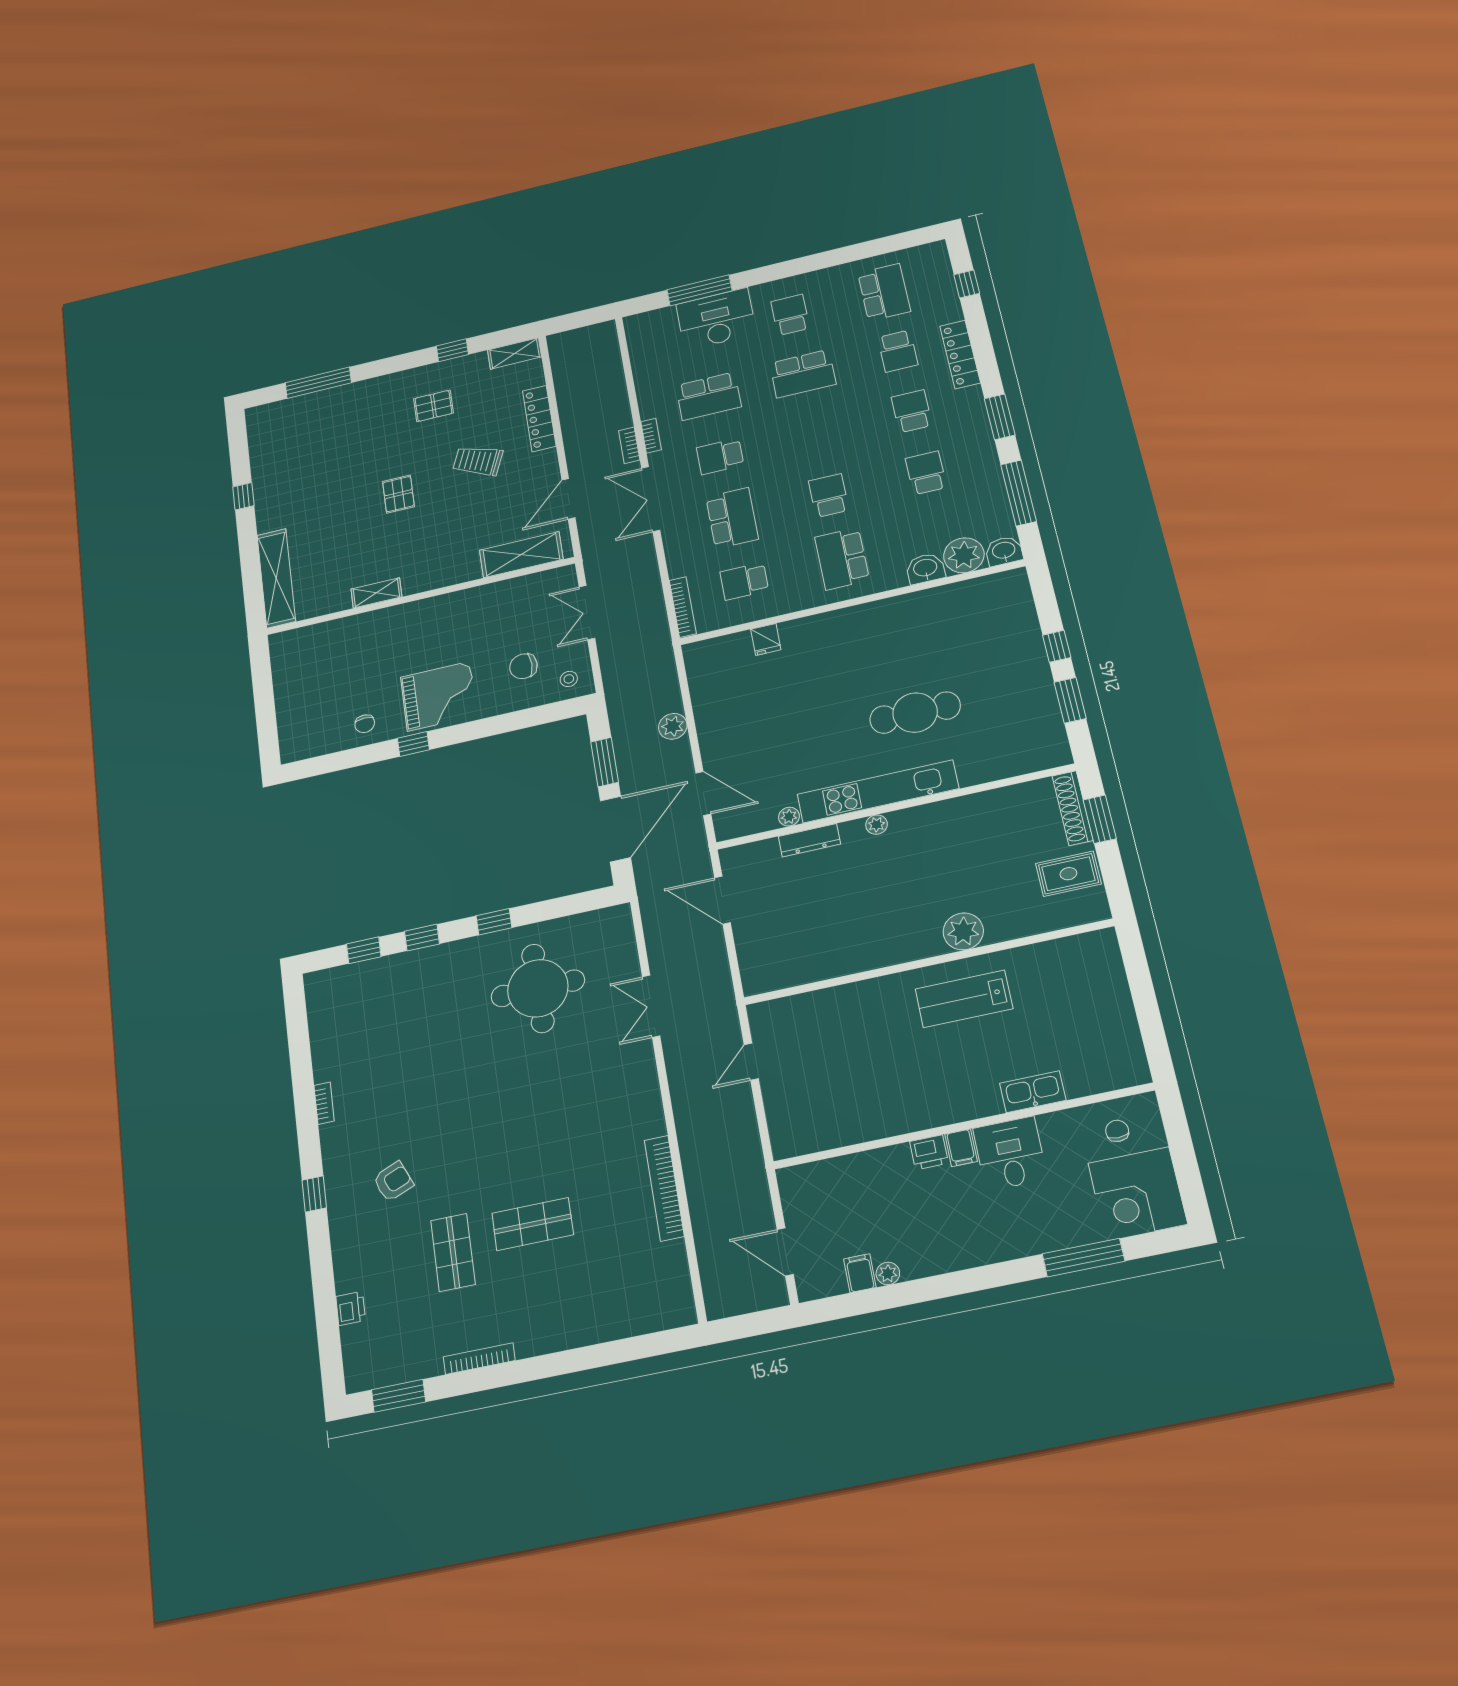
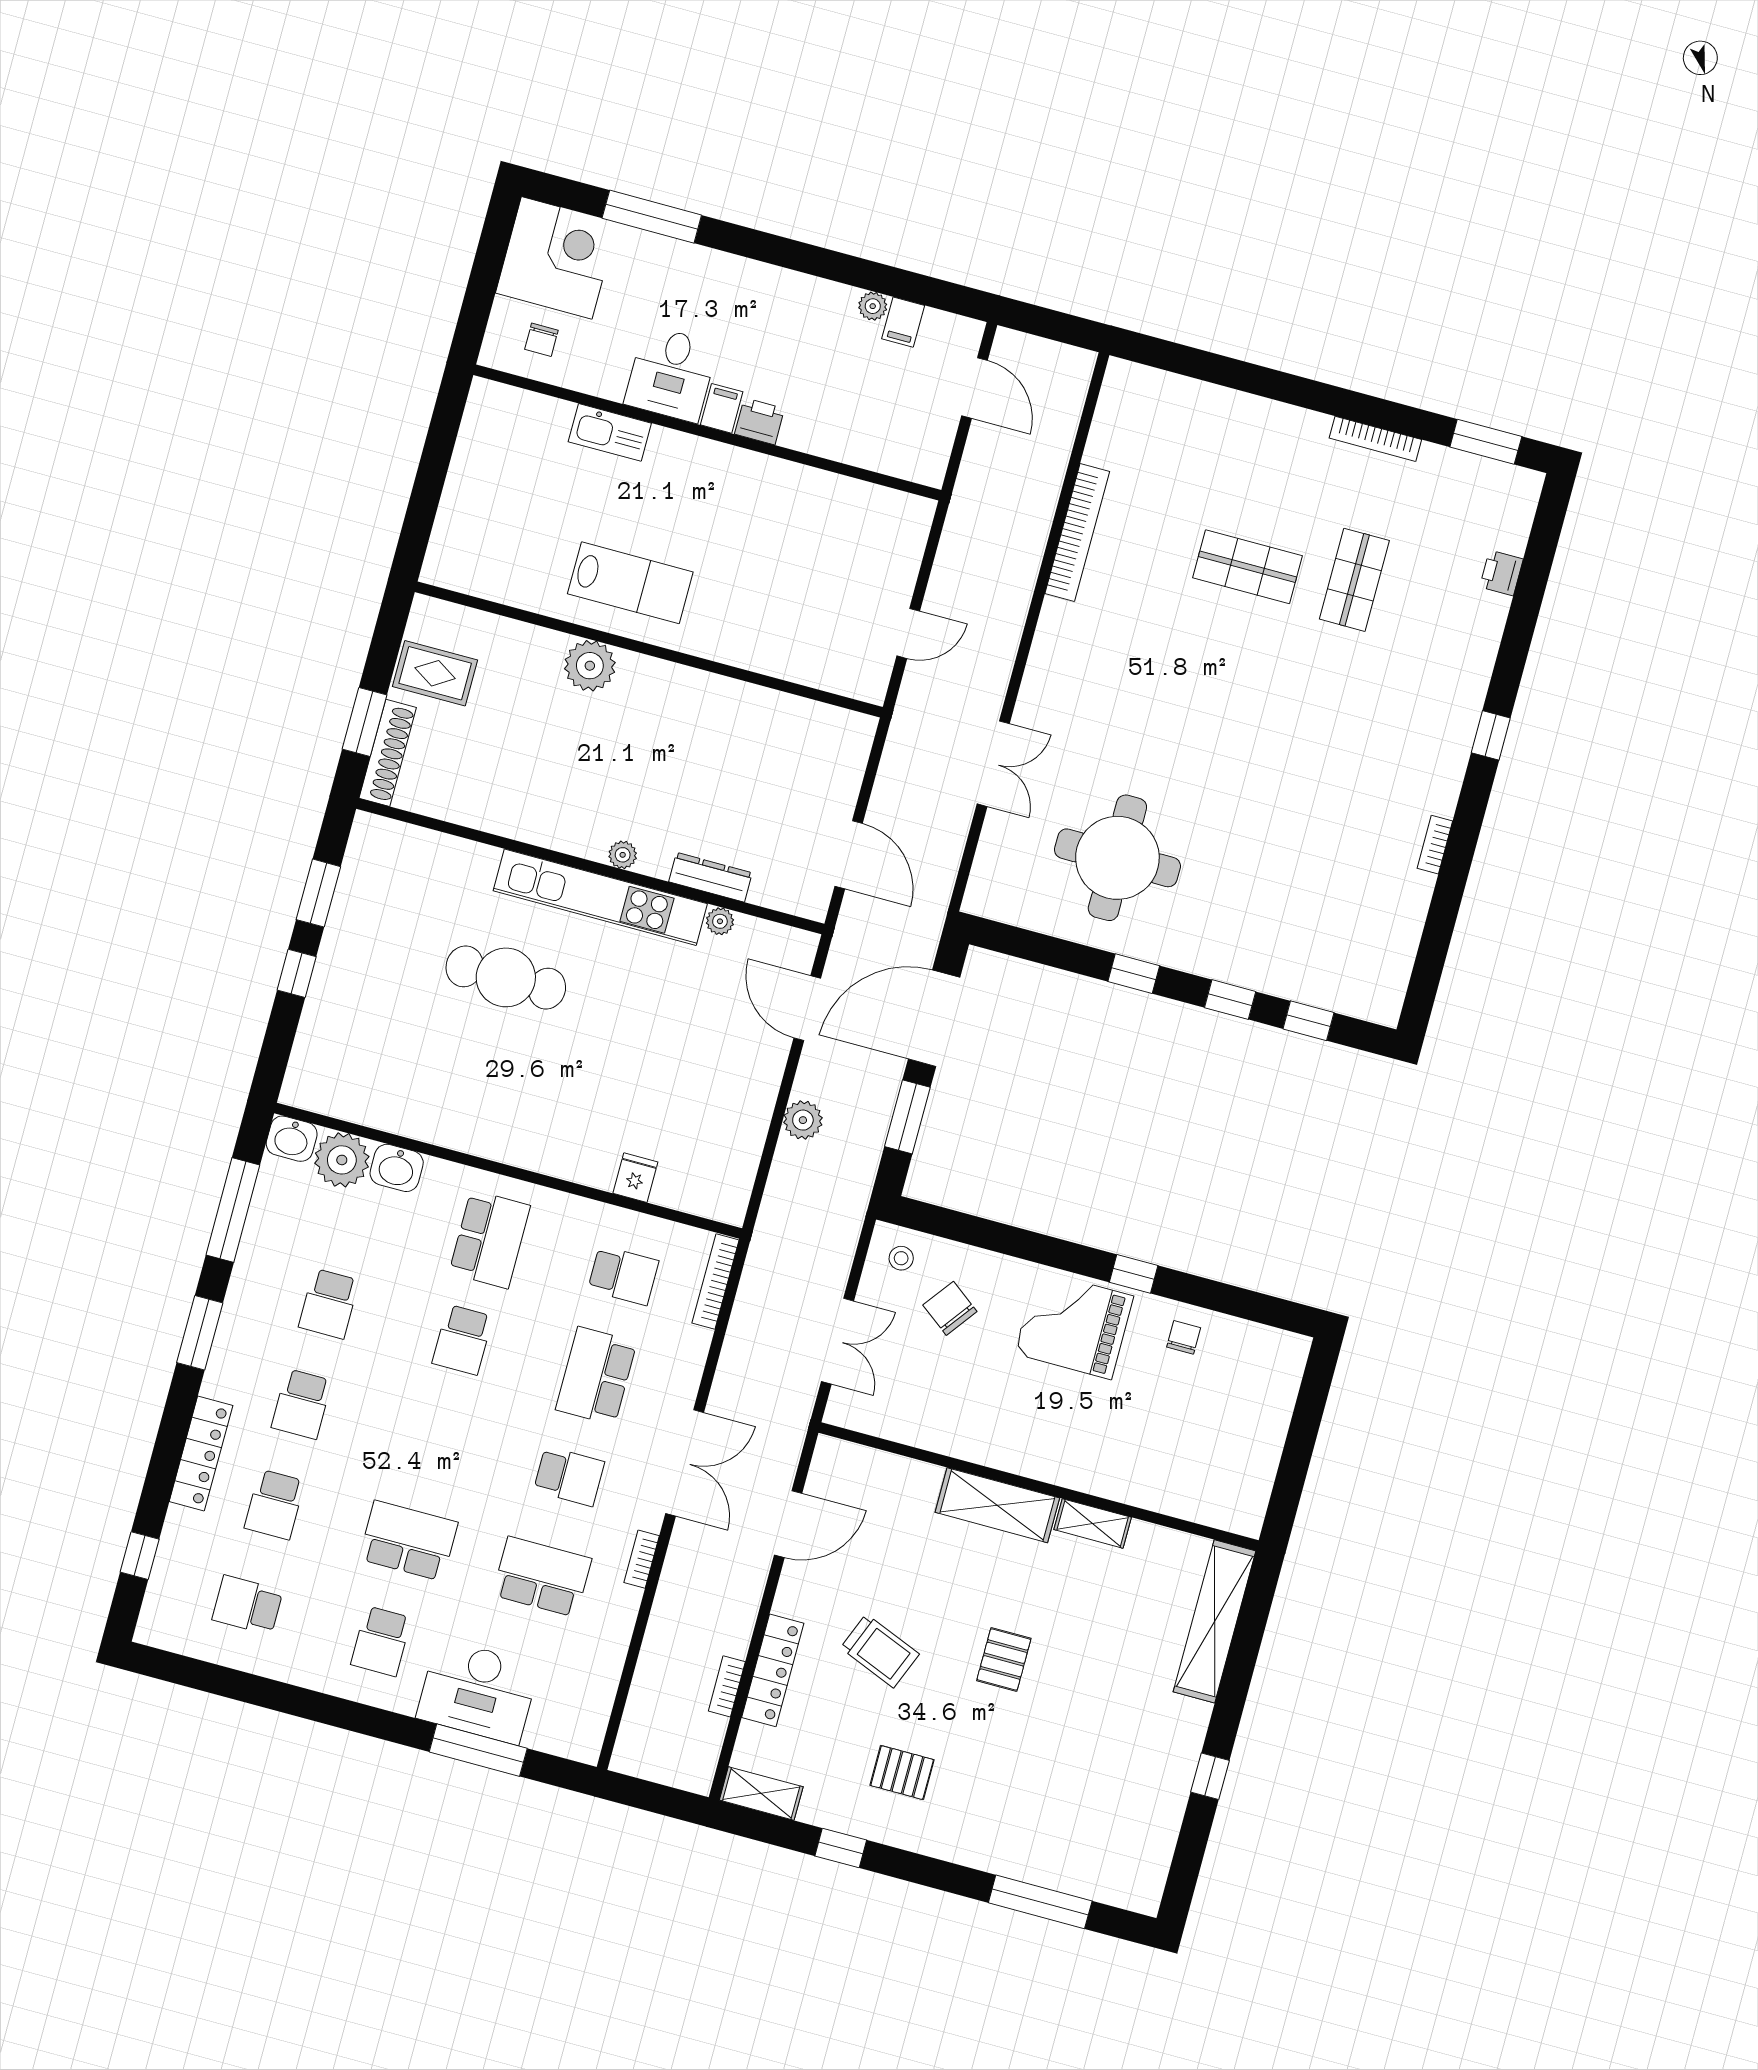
school desk: (884, 292) -> (247, 1605), width x0.54
school desk: (898, 351) -> (275, 1505), turned 180
bookcase: (629, 445) -> (727, 1686), moved, turned 180
shelving: (521, 555) -> (997, 1505), moved
chair: (523, 666) -> (950, 1308), turned -143
armchair: (393, 1181) -> (1390, 703), removed

